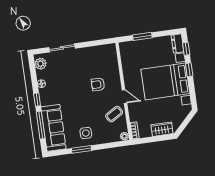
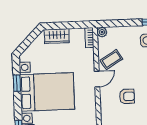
window: (189, 70) -> (17, 83), moved
door: (125, 96) -> (97, 79), swing flipped

